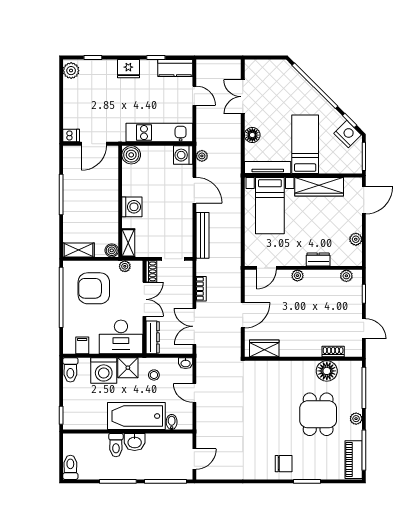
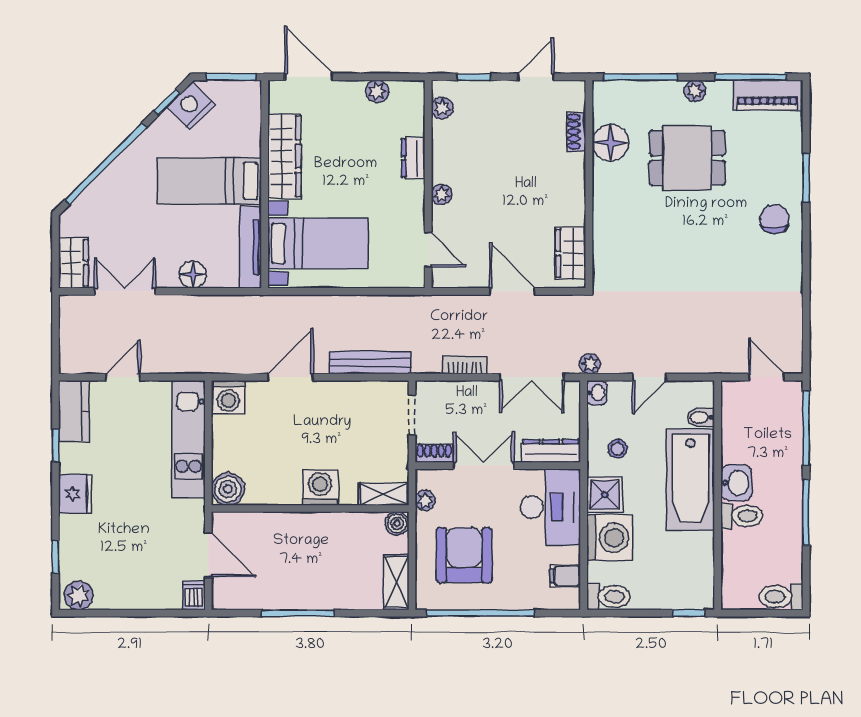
wardrobe: (259, 68) -> (73, 263), added
double door: (243, 97) -> (125, 291), swing flipped
plant: (202, 156) -> (590, 364), moved
armchair: (94, 288) -> (464, 555), turned 180

